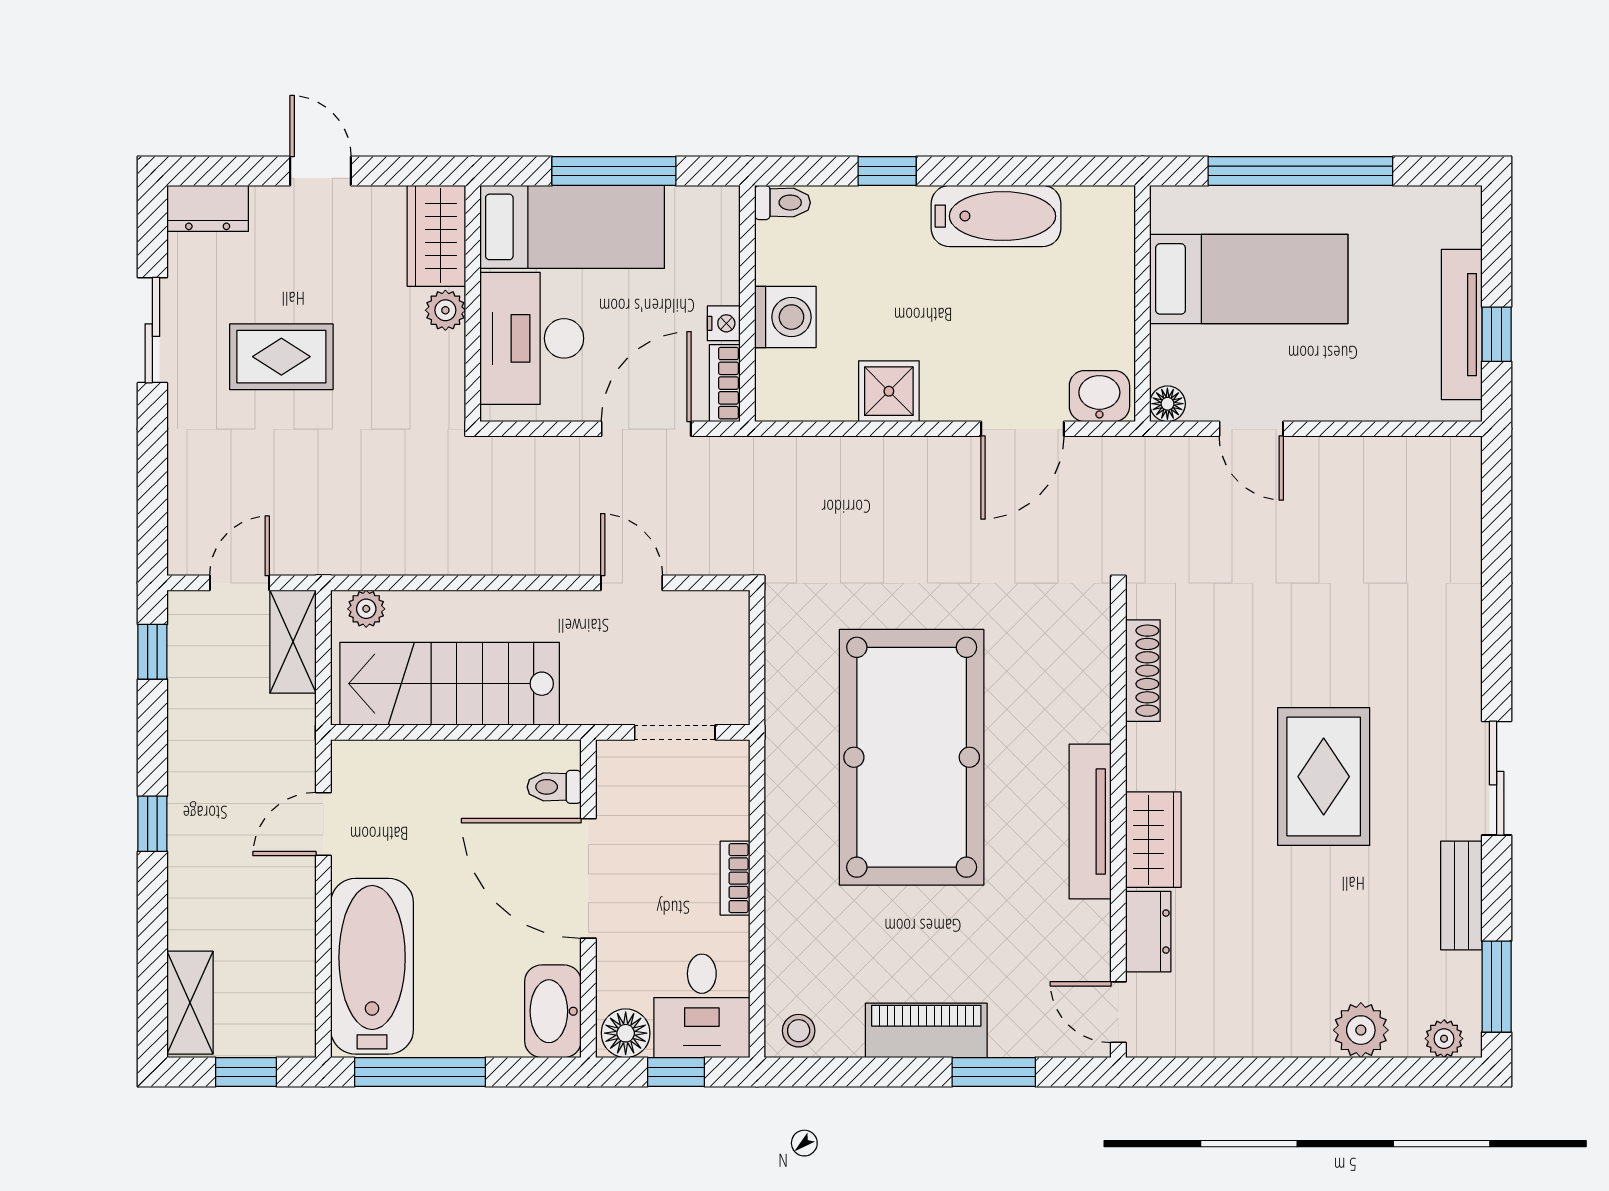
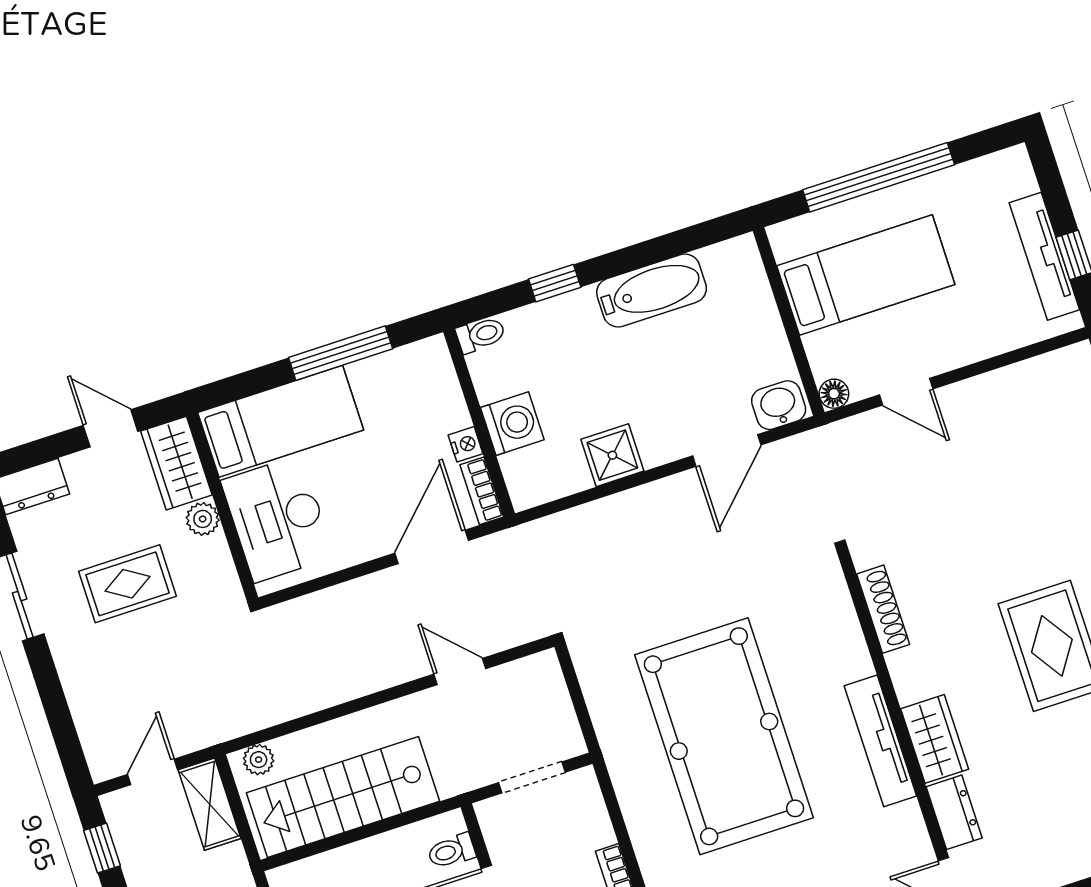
bed: (572, 227) -> (281, 421), moved
wardrobe: (436, 236) -> (176, 463), moved
wall: (473, 303) -> (222, 507), moved
plant: (445, 310) -> (203, 519), moved
desk: (532, 338) -> (278, 519), moved

